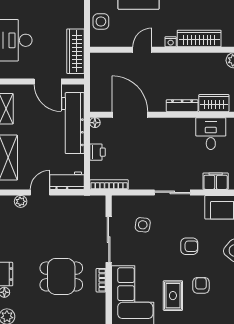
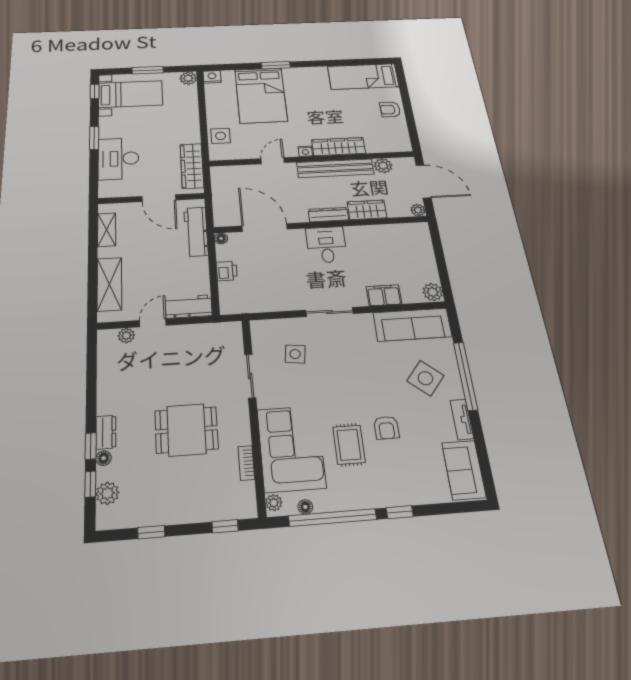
bench: (194, 61) -> (335, 168), added
workbench: (73, 123) -> (196, 232), width x0.73, depth x0.76
desk: (211, 134) -> (326, 245), moved
bookcase: (109, 185) -> (245, 308), removed
sliding door: (109, 240) -> (250, 376), width x0.73
armchair: (189, 246) -> (362, 377), removed
bookcase: (101, 280) -> (246, 463), moved
armchair: (201, 285) -> (386, 428), turned 180

